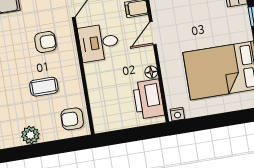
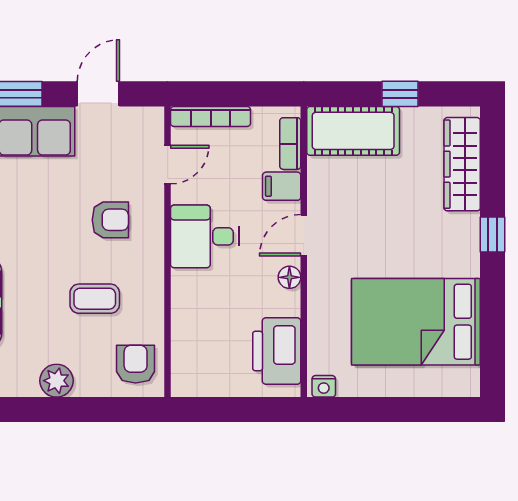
floor lamp: (151, 72) -> (289, 277), moved
armchair: (72, 119) -> (136, 364), turned 89

